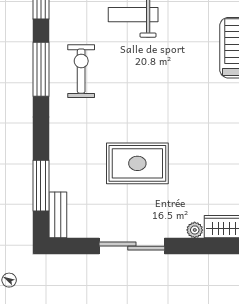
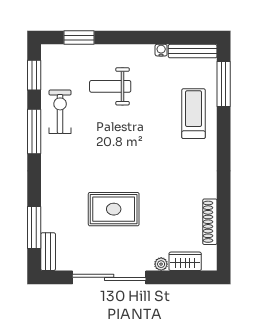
exercise bike: (81, 71) -> (60, 112), moved
sliding door: (132, 246) -> (109, 277), width x1.36

